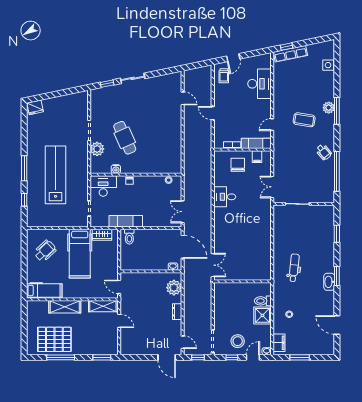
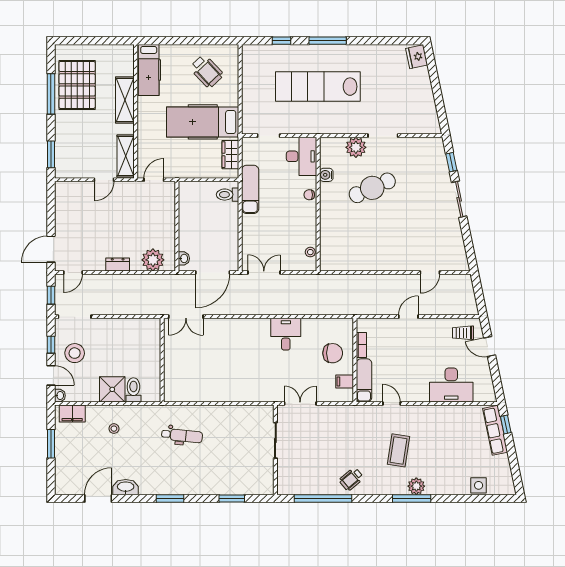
lab bench: (56, 175) -> (318, 87), turned 180
washbasin: (329, 282) -> (126, 487), moved

